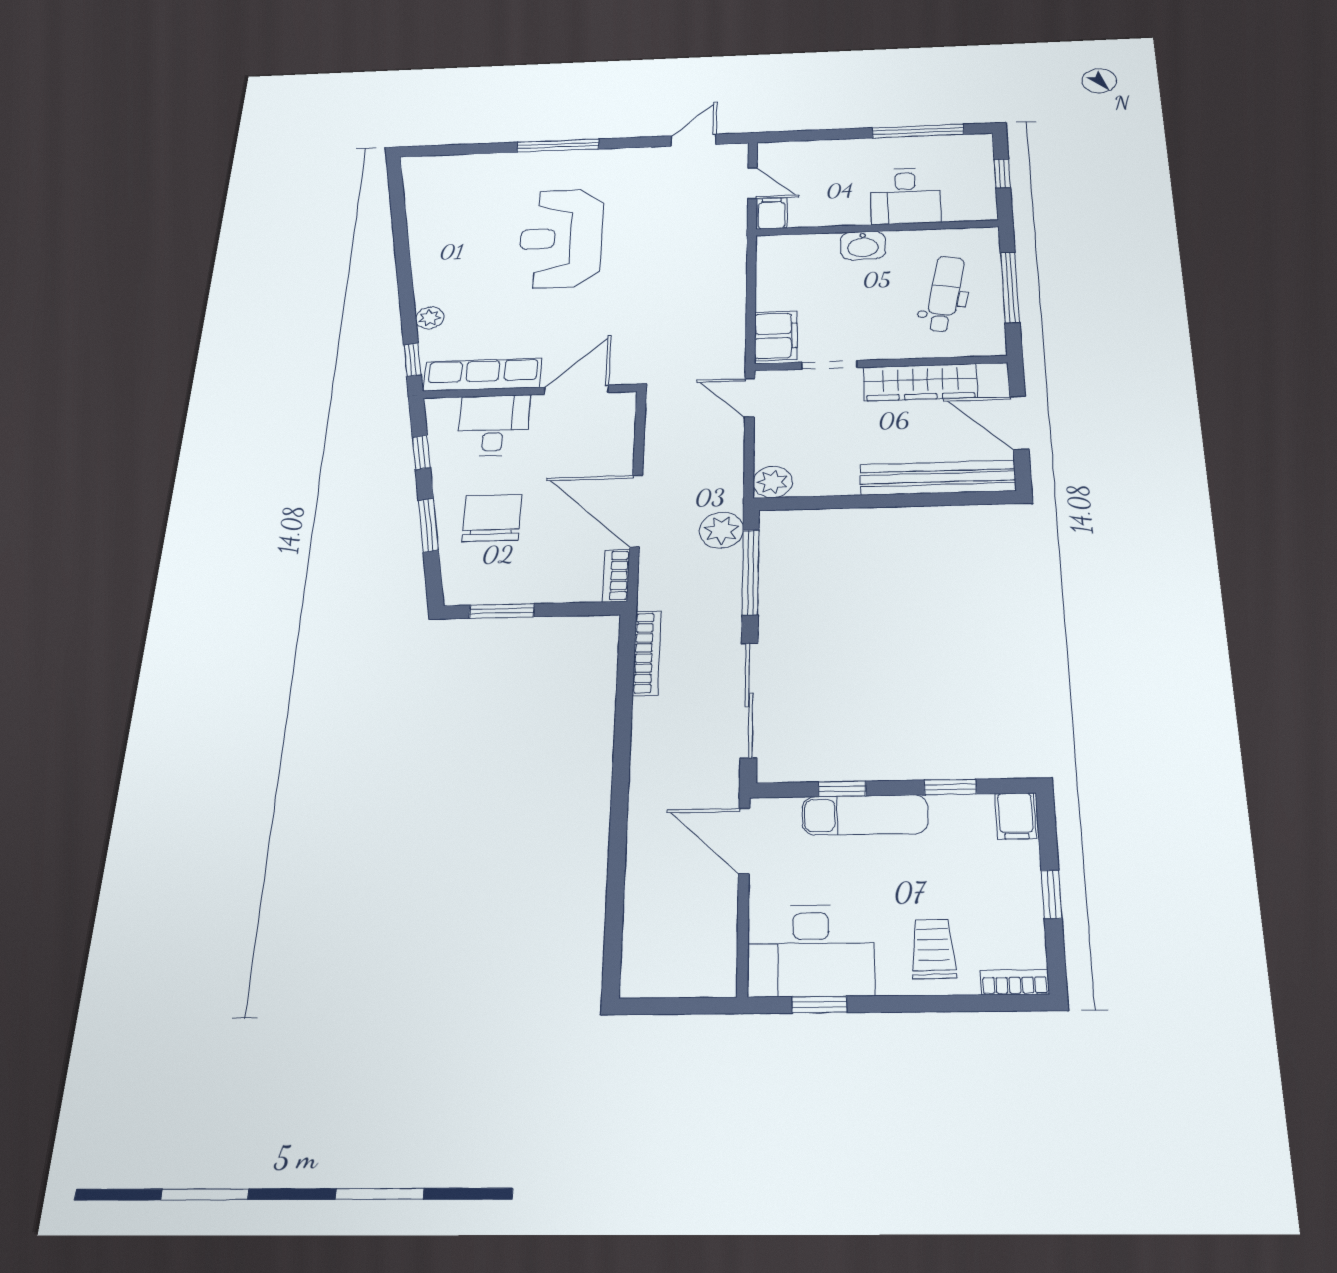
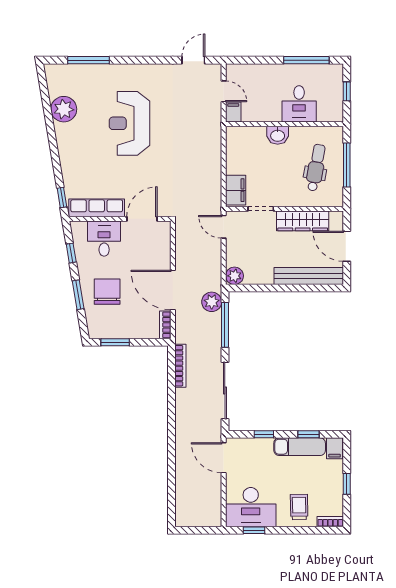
window: (558, 146) -> (88, 60), moved
plant: (430, 318) -> (64, 109), moved, width x1.88, depth x1.88
exam couch: (865, 815) -> (300, 447), moved

